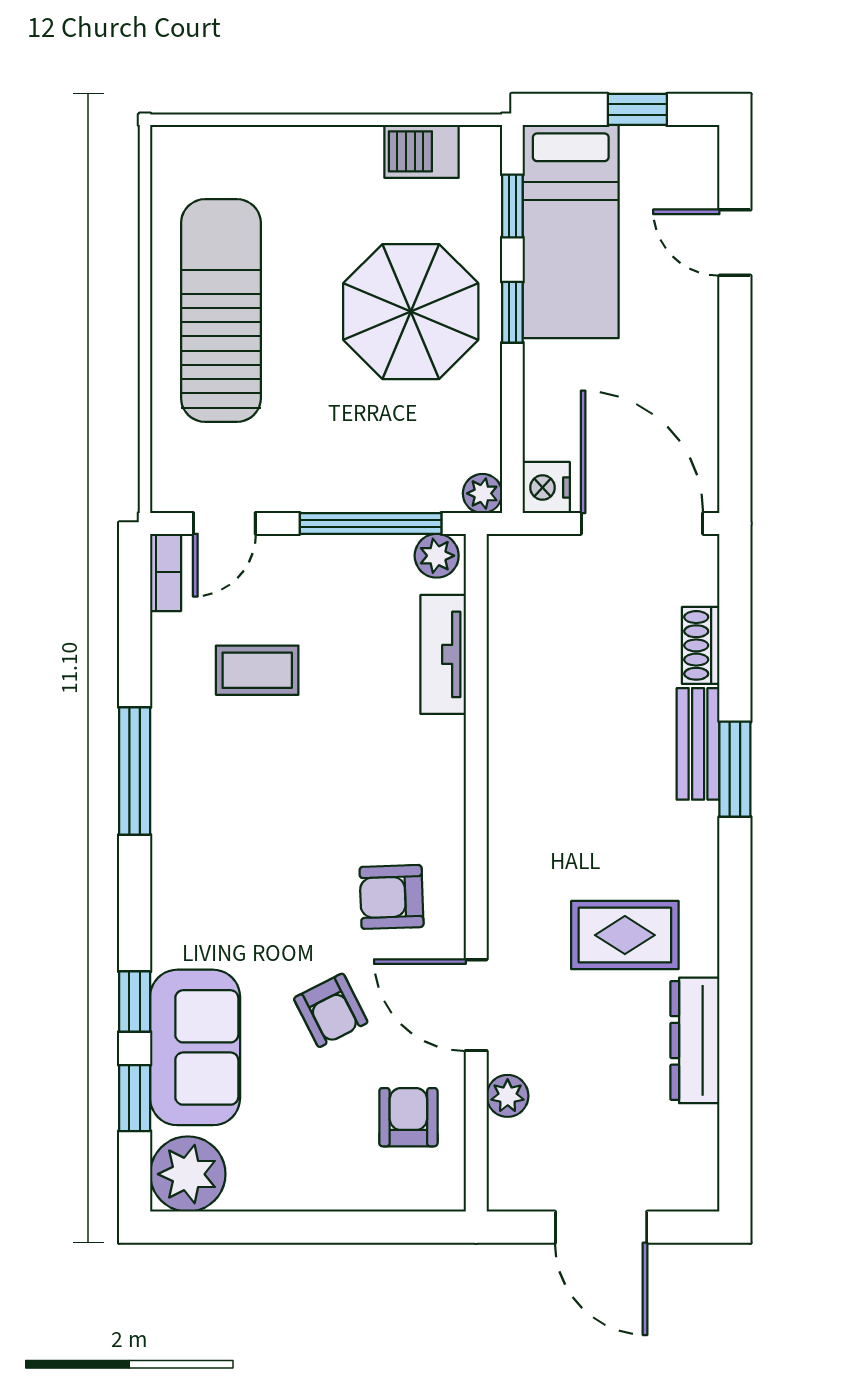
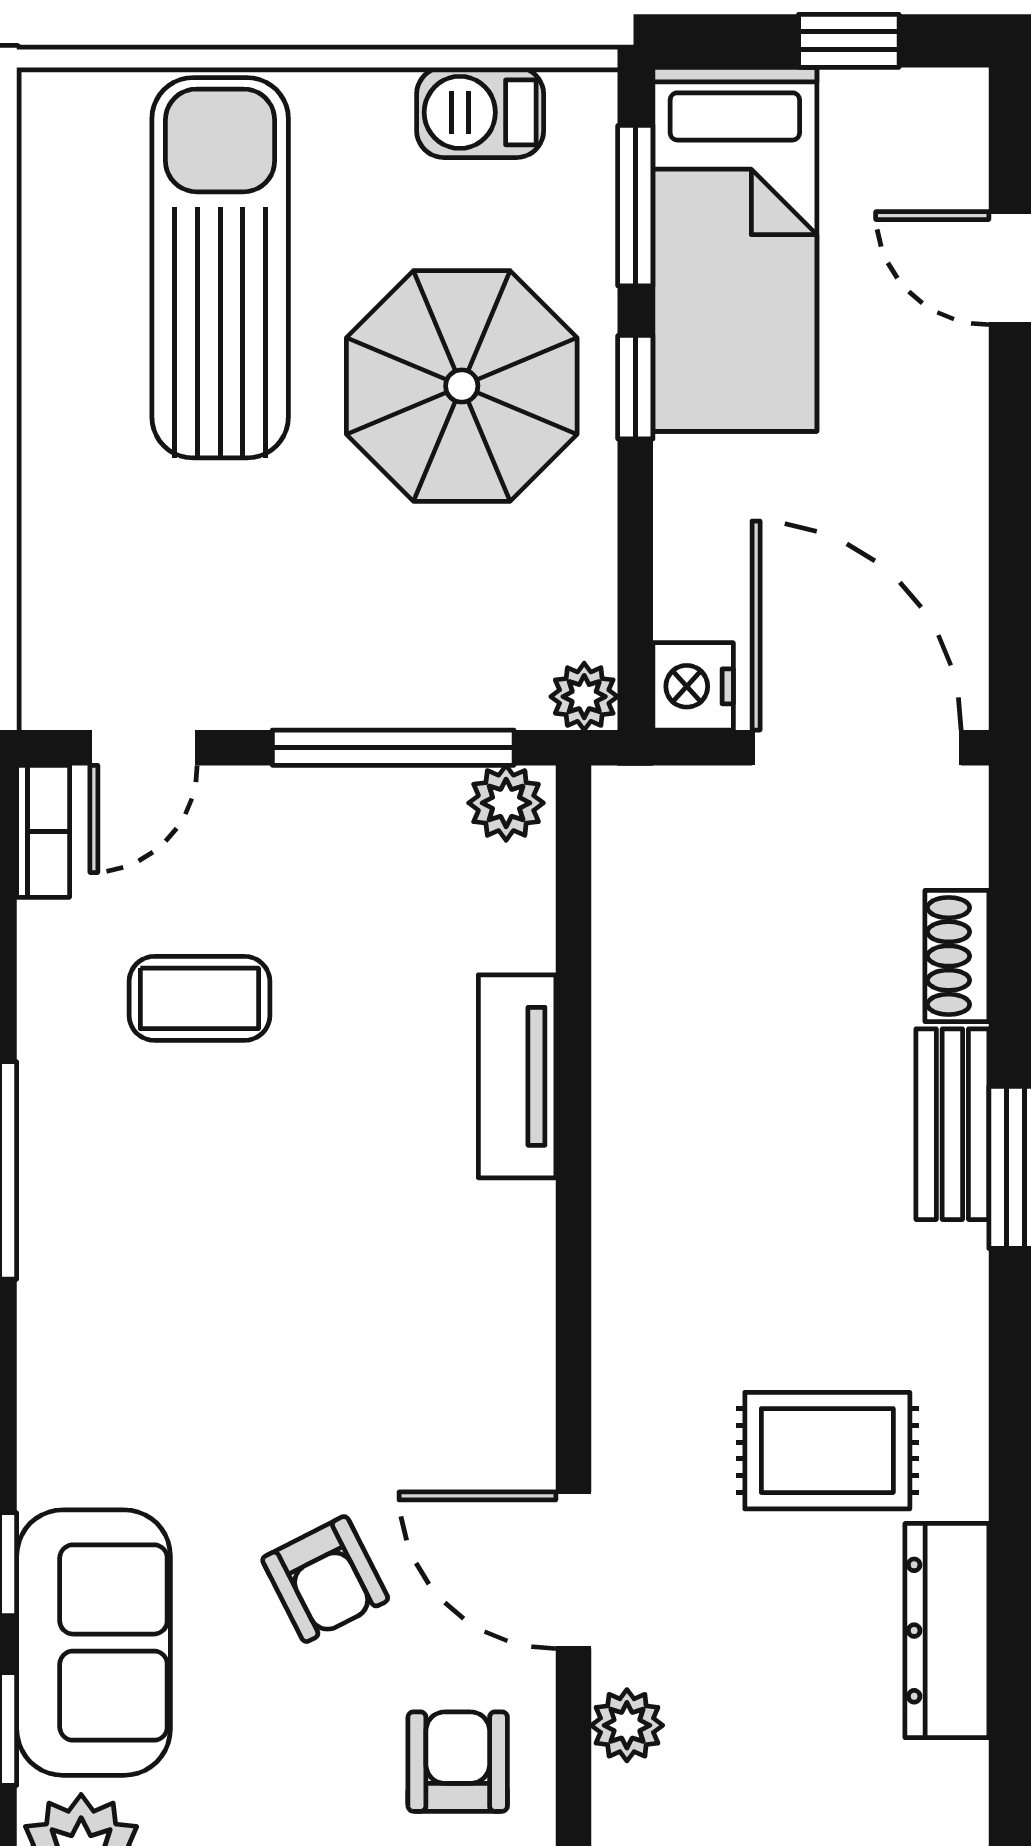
window: (512, 206) -> (635, 206), width x1.50
sun lounger: (221, 311) -> (220, 268), moved
tv unit: (443, 654) -> (517, 1076), moved
armchair: (392, 897) -> (429, 1386), removed

